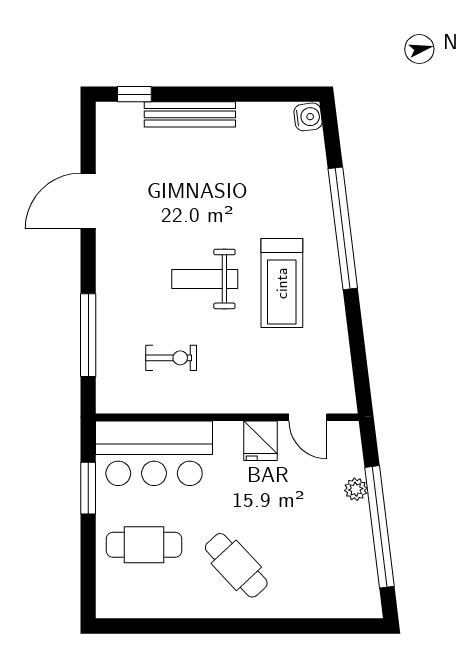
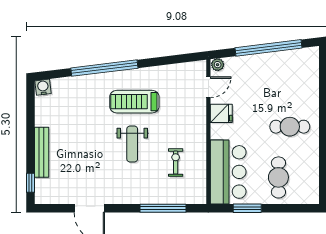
treadmill: (282, 283) -> (134, 102), turned 180
plant: (356, 489) -> (218, 65), moved
cafe table: (236, 565) -> (290, 127), turned 43

